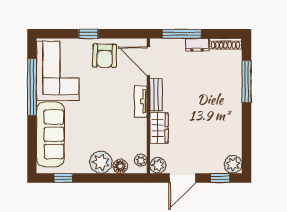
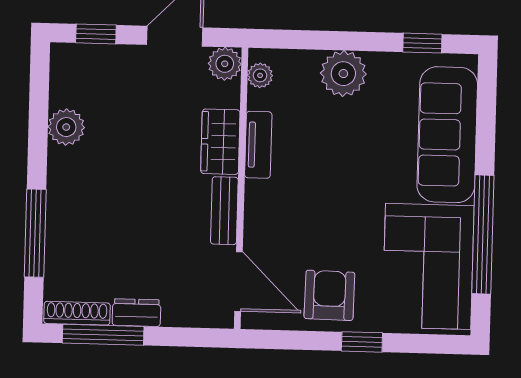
window: (182, 34) -> (103, 335), moved
tv unit: (141, 101) -> (258, 145), moved
plant: (233, 164) -> (66, 127), moved
floor lamp: (120, 166) -> (303, 64), removed

